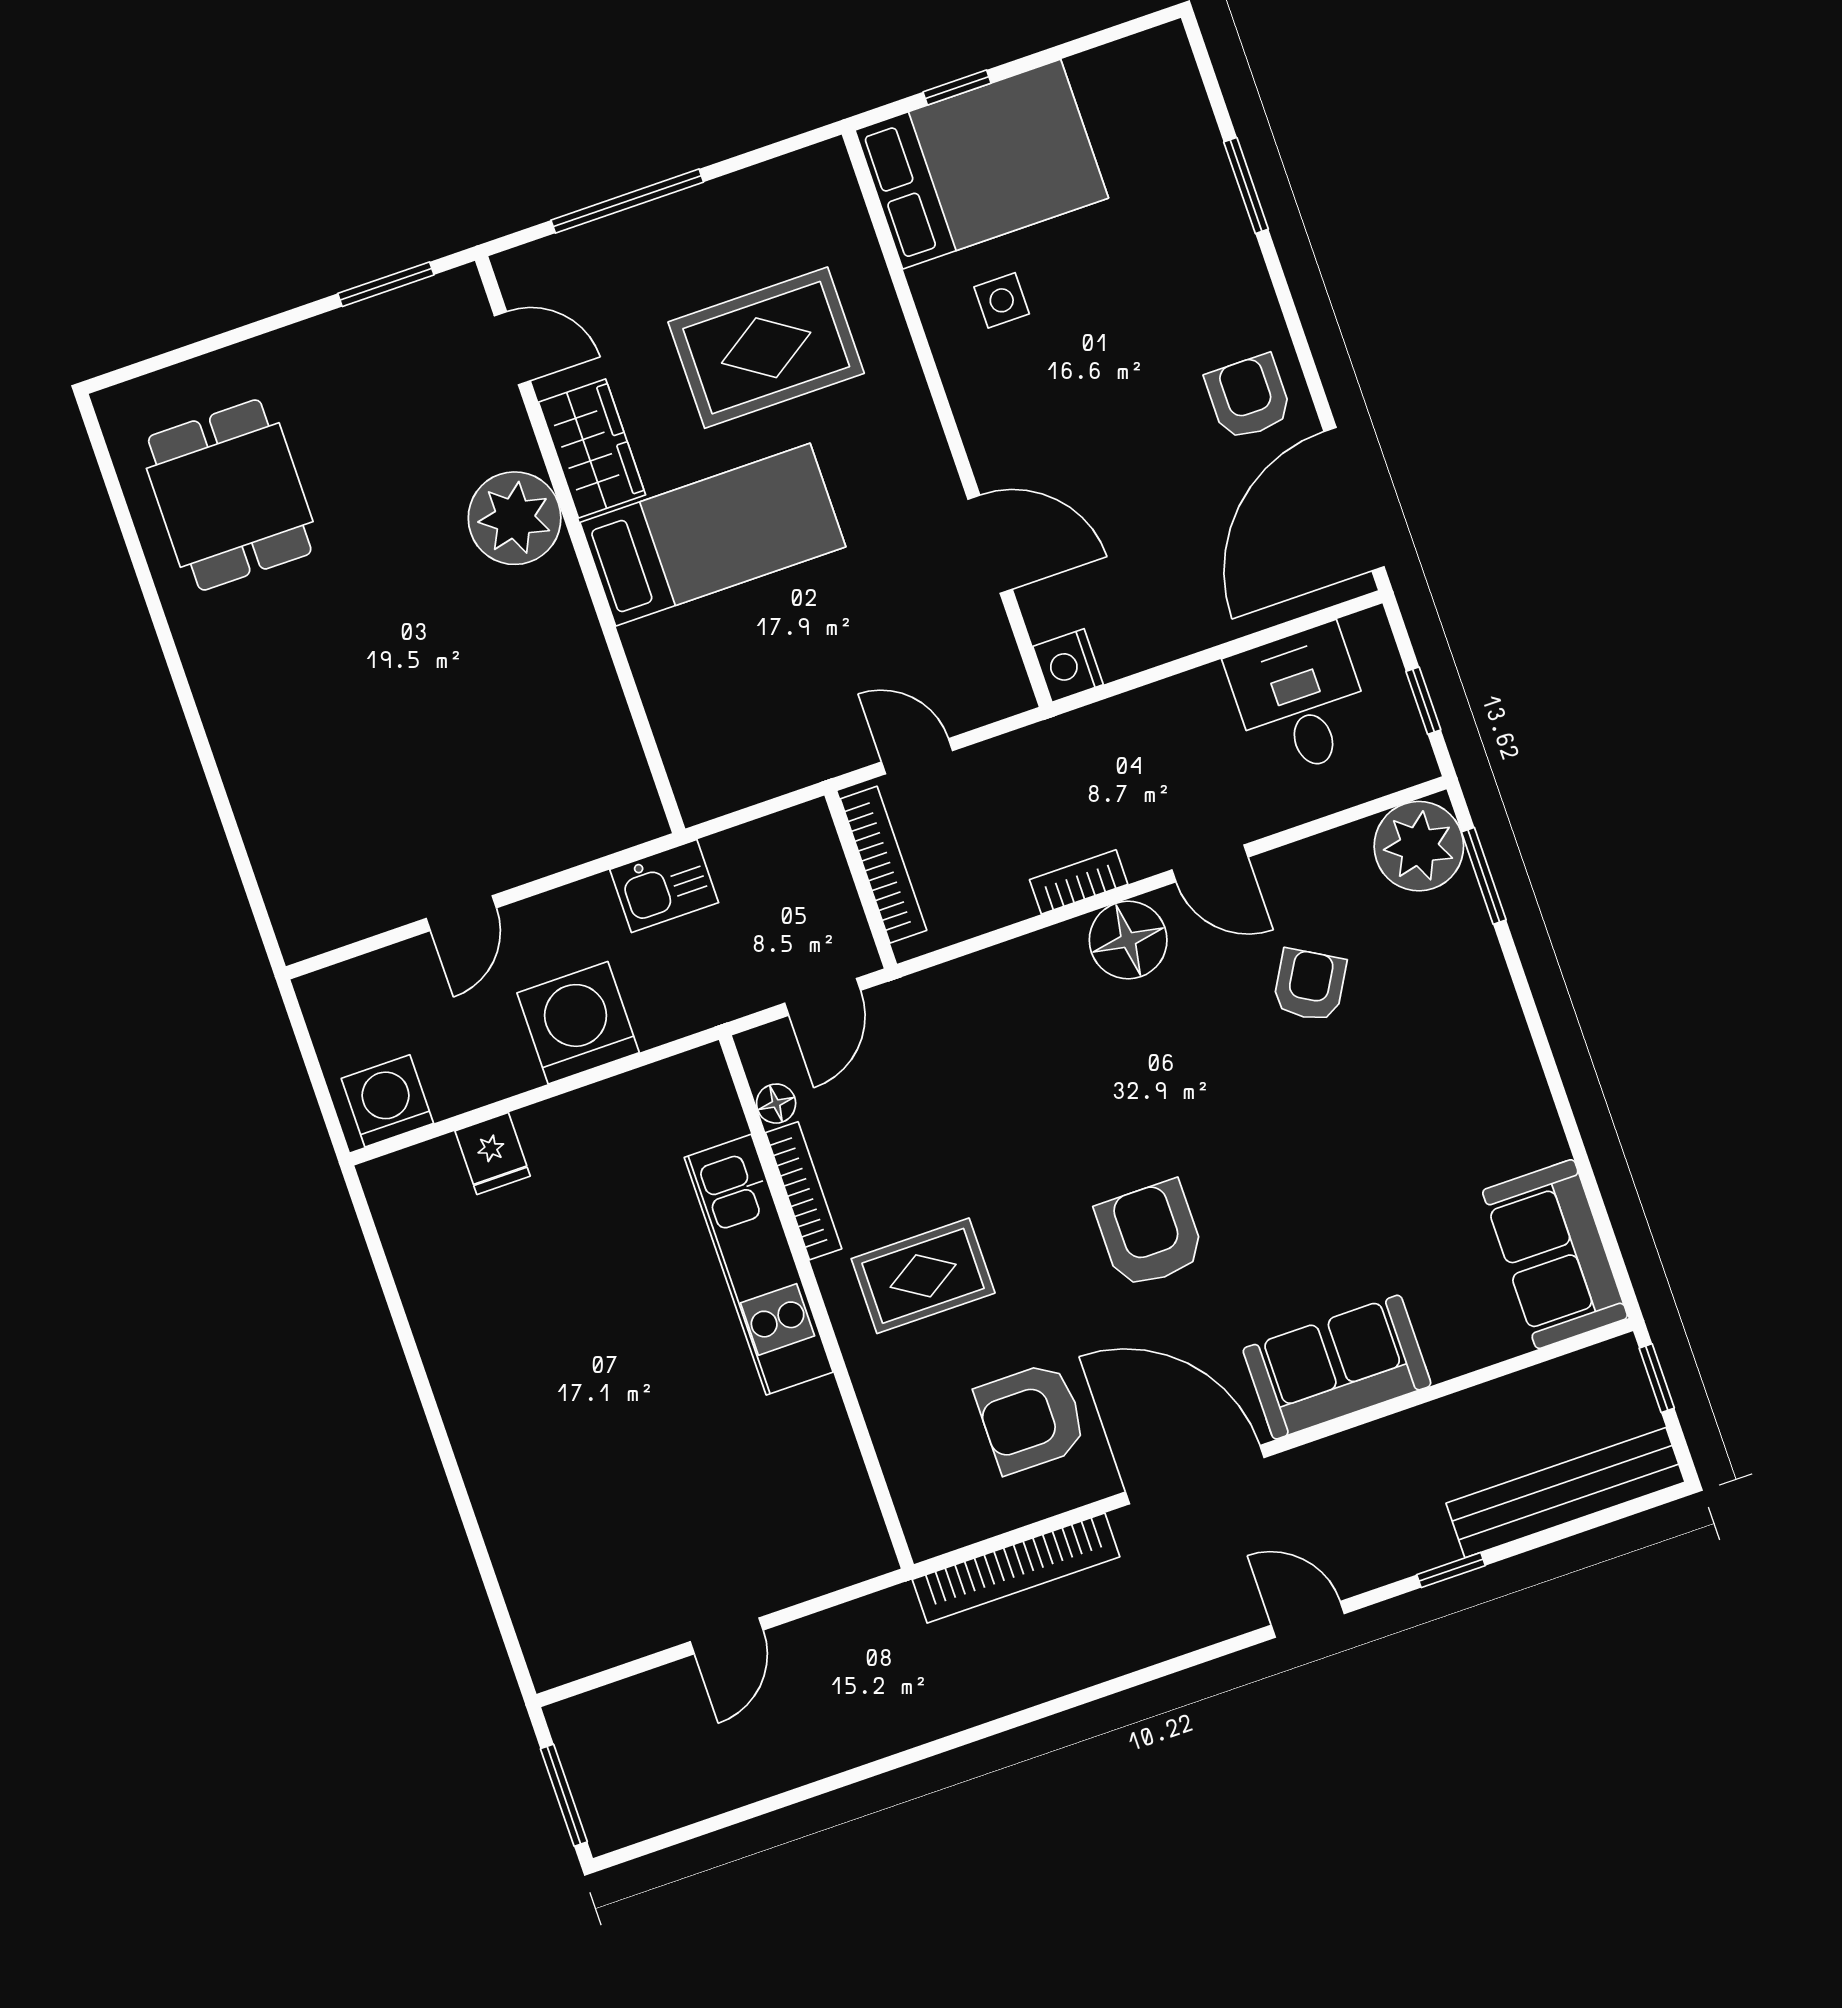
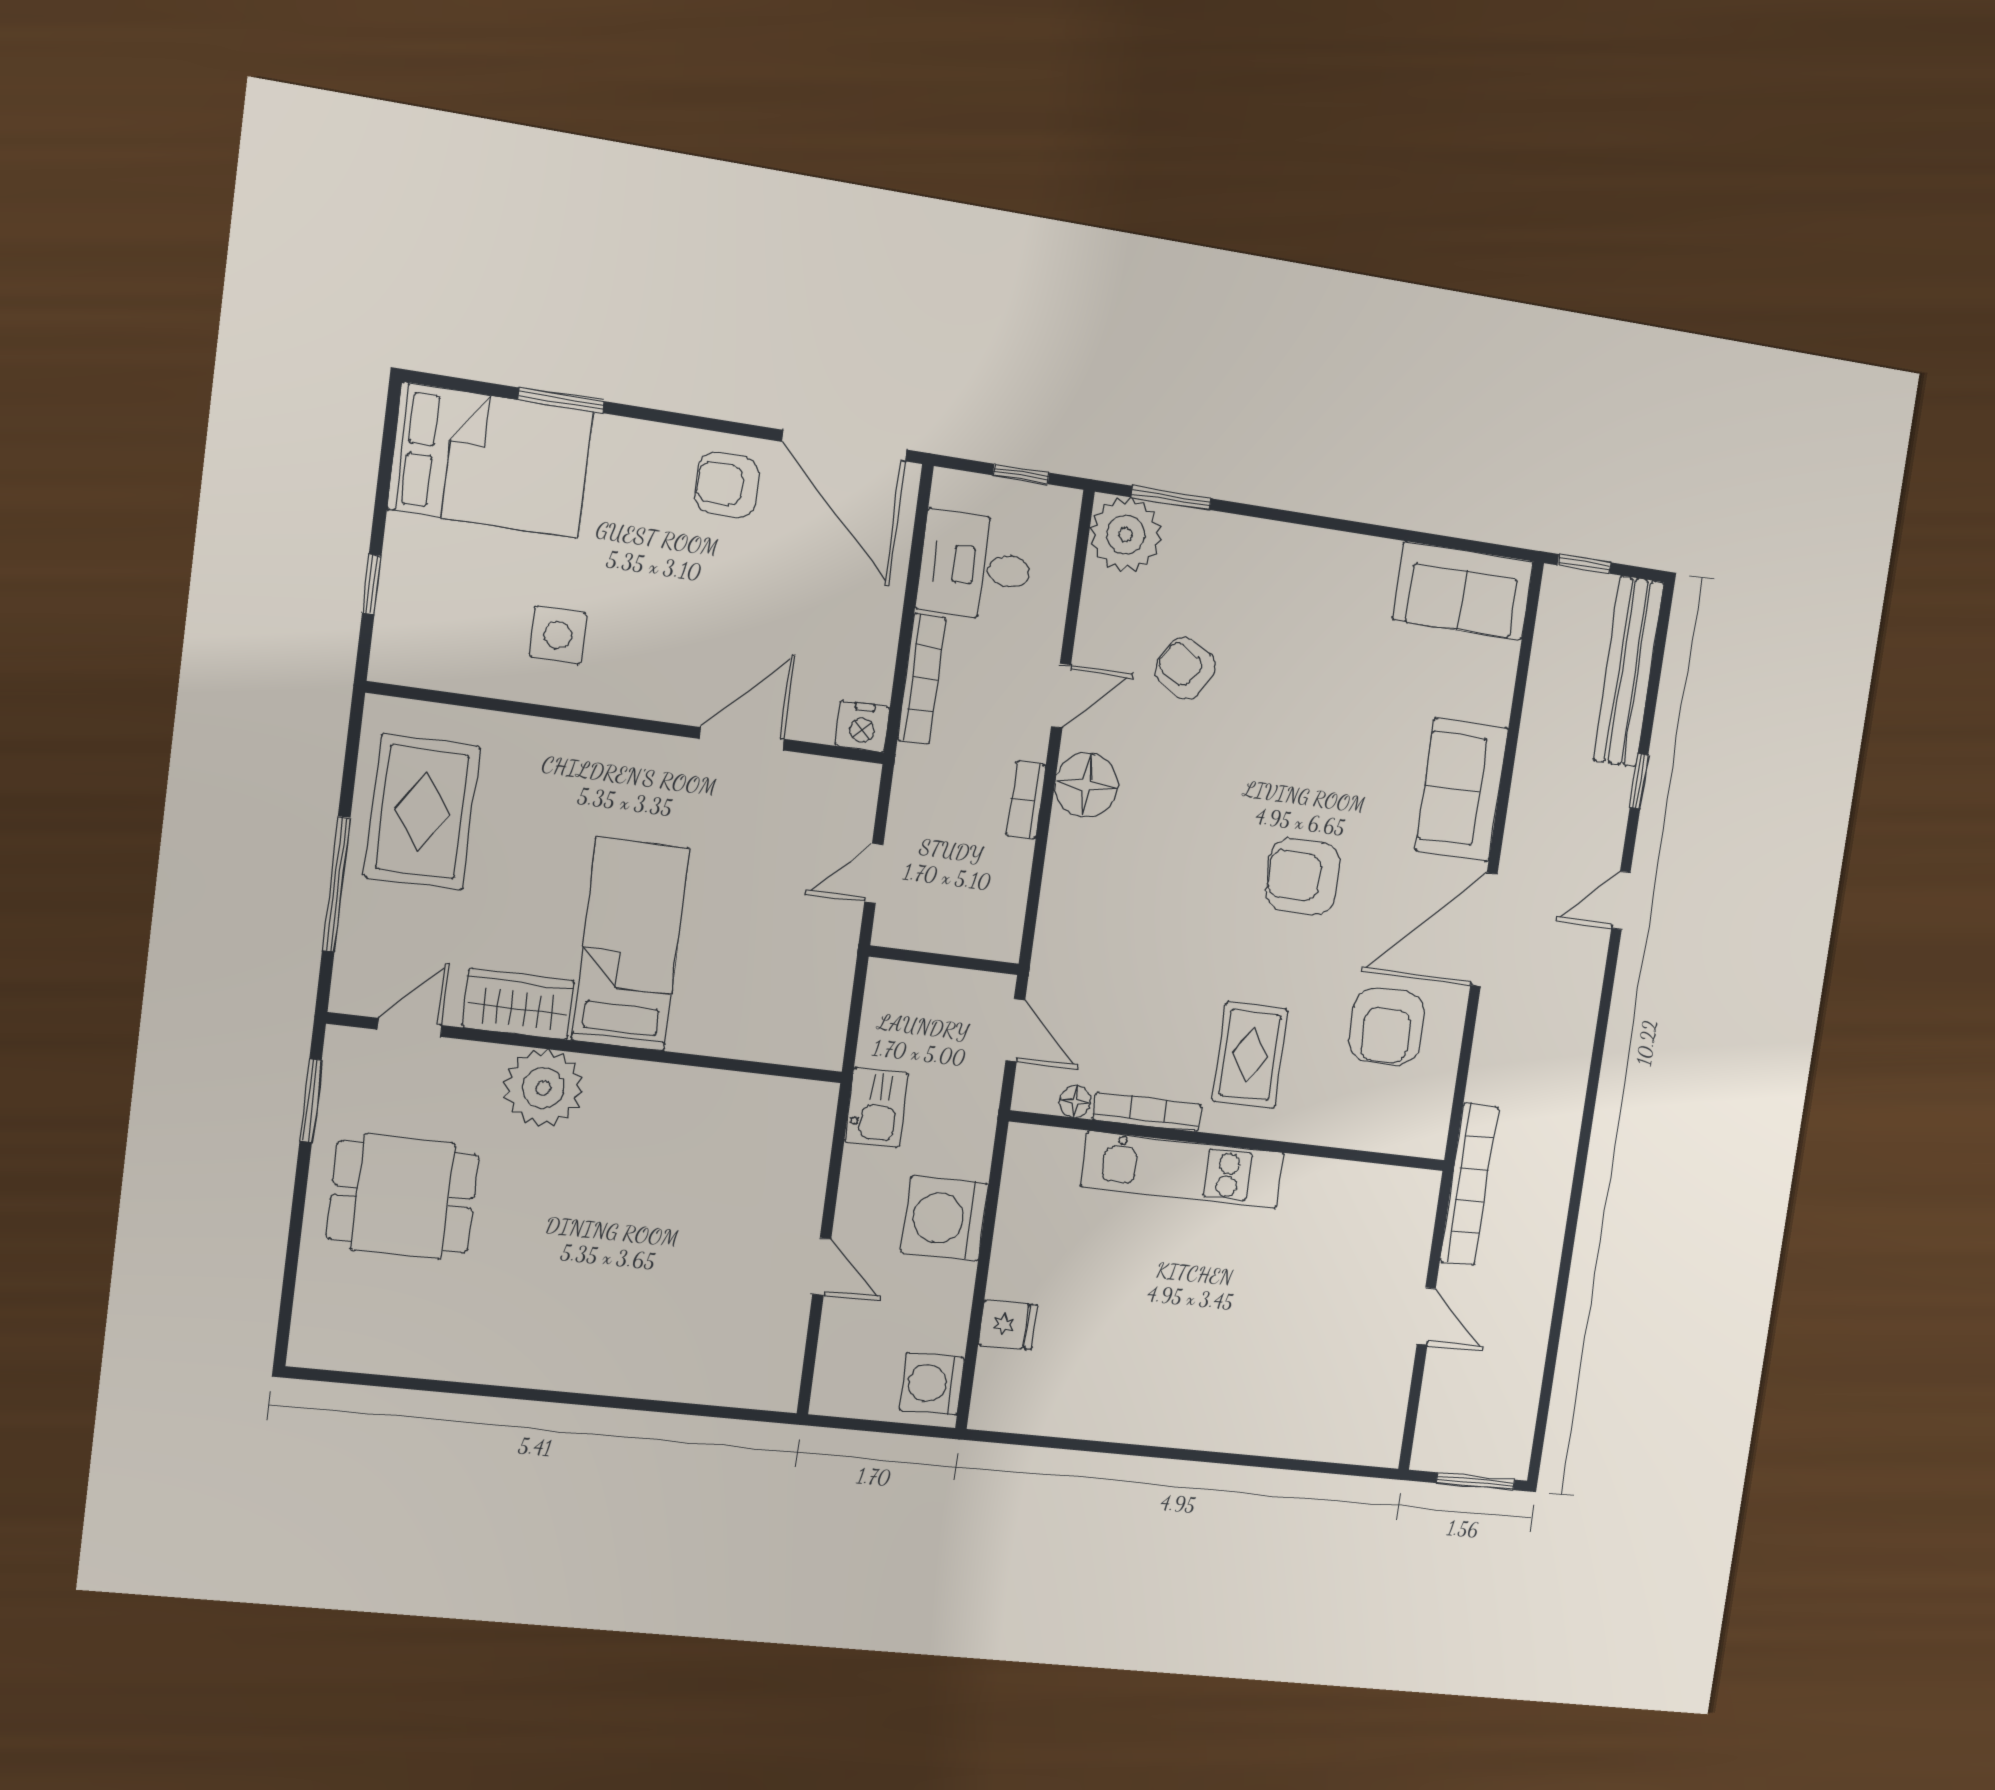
bed: (982, 164) -> (491, 460), moved, turned 90
side table: (1002, 300) -> (558, 635), width x1.37, depth x1.37
rug: (766, 348) -> (422, 812), moved
dining table: (230, 495) -> (403, 1197), moved
bookcase: (884, 865) -> (922, 679), moved, turned 90
bookcase: (1016, 1568) -> (1469, 1184), moved

